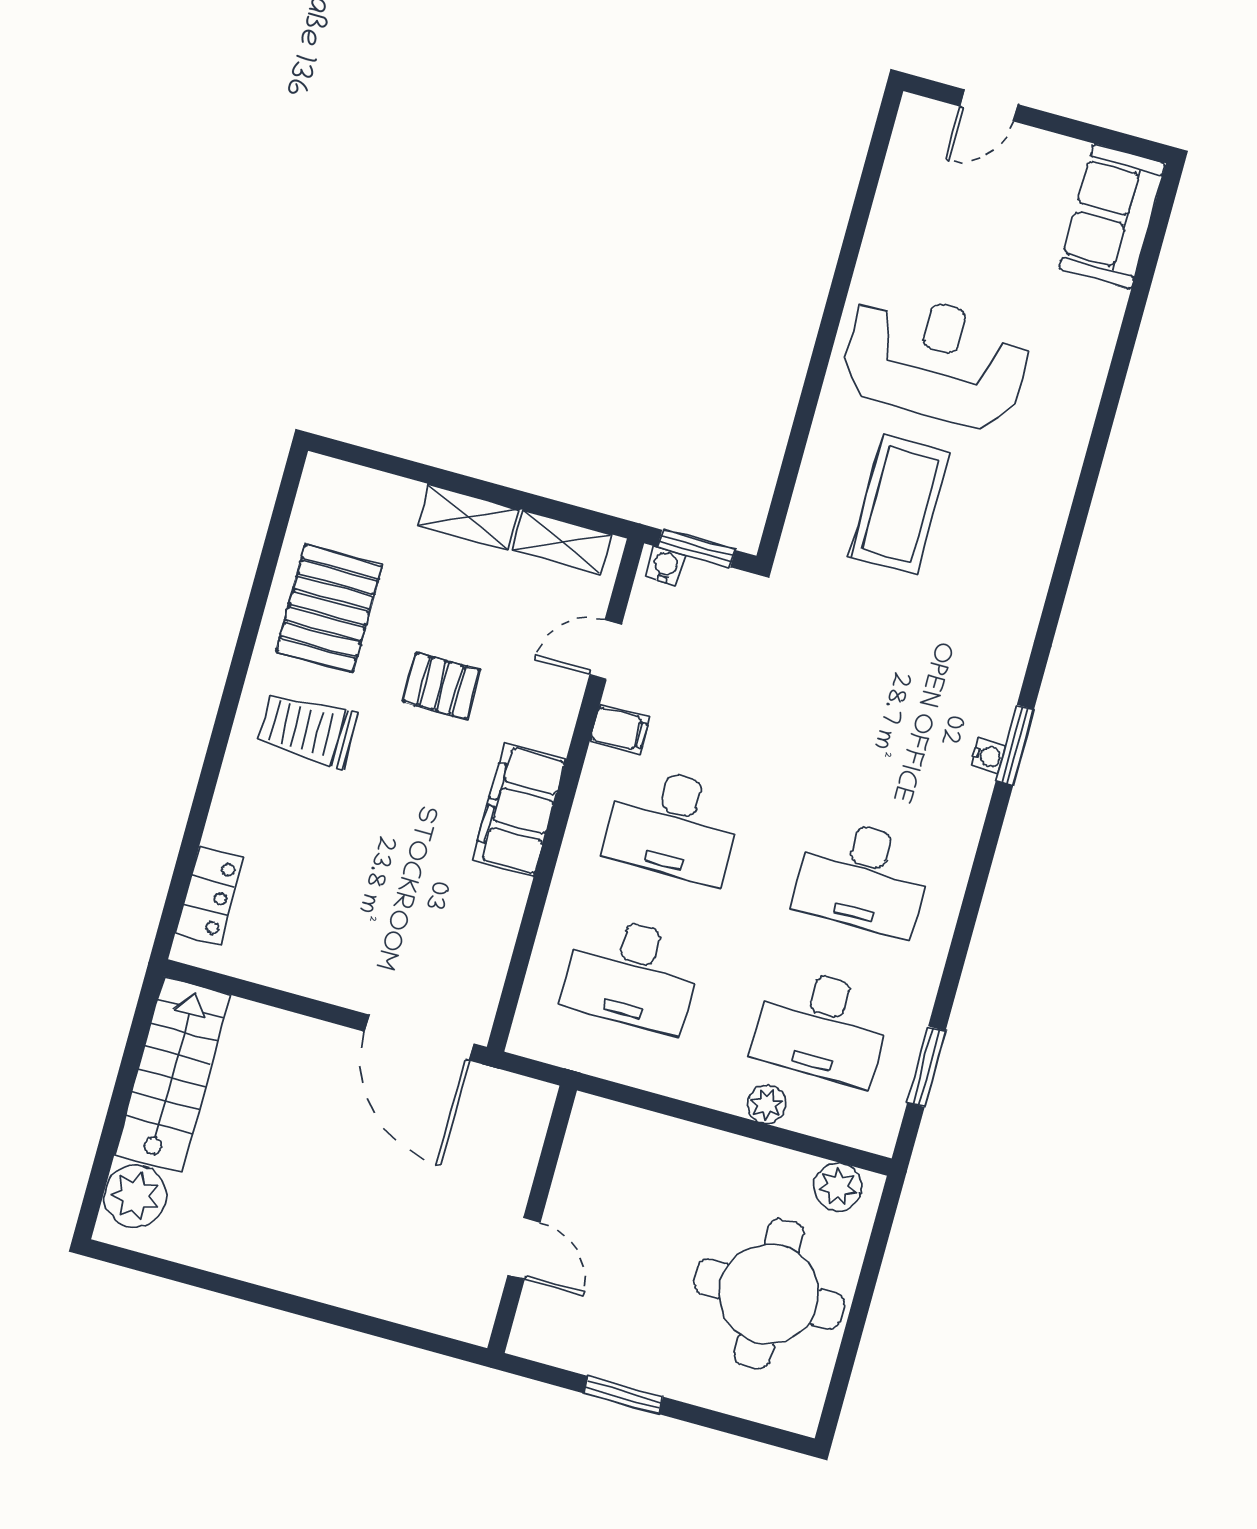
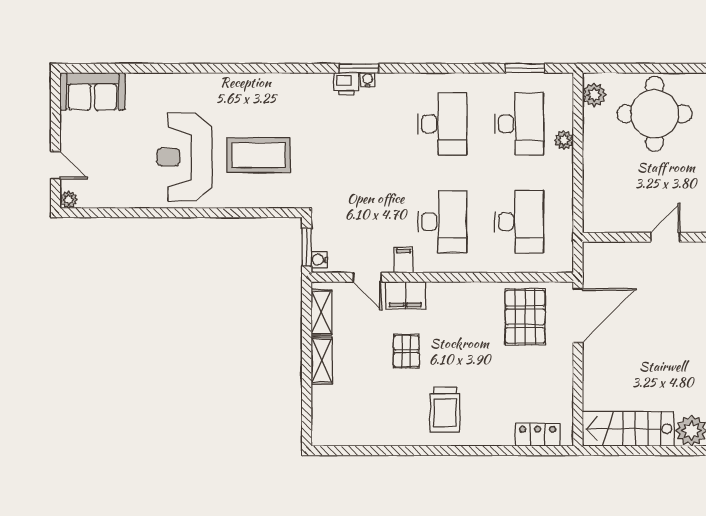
plant: (915, 112) -> (69, 200), added
pallet: (329, 608) -> (525, 317), moved, turned 90
printer: (991, 712) -> (346, 84), added
filing cabinet: (519, 810) -> (405, 295), moved, width x0.67, depth x0.86

